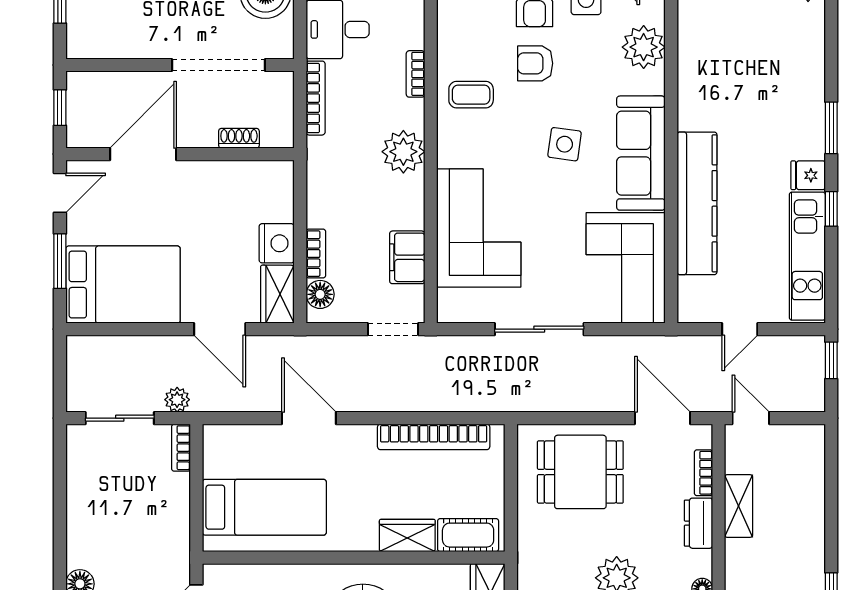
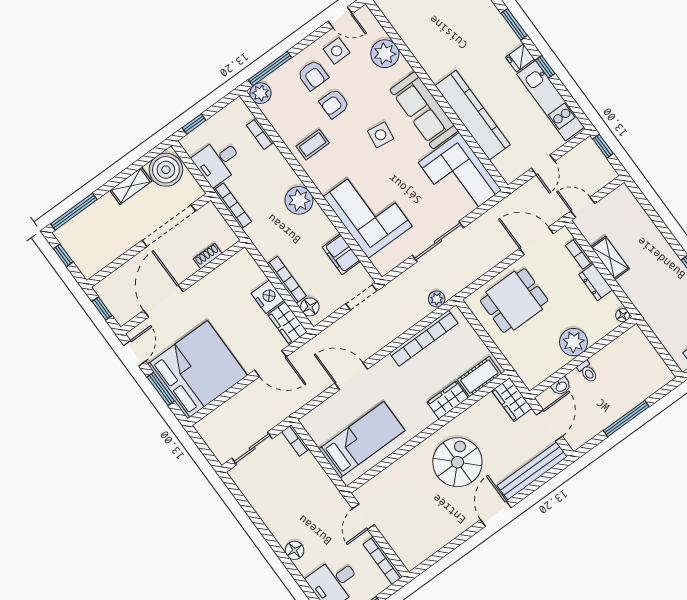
bookcase: (416, 74) -> (260, 134), moved
bookcase: (316, 254) -> (287, 280), width x1.56
bed: (123, 285) -> (197, 370), width x1.36
plant: (177, 400) -> (437, 299), moved

